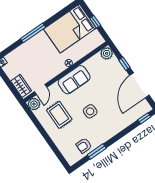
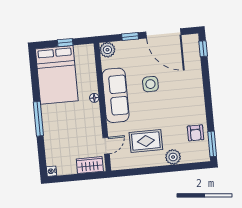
sofa: (74, 80) -> (116, 95), width x1.36
door: (41, 90) -> (106, 146), hinge flipped
plant: (34, 104) -> (173, 157), moved
side table: (90, 111) -> (150, 84), moved
window: (97, 152) -> (212, 144), moved

